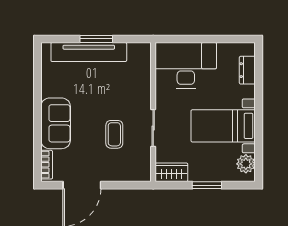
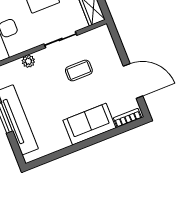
plant: (144, 87) -> (28, 61), added

